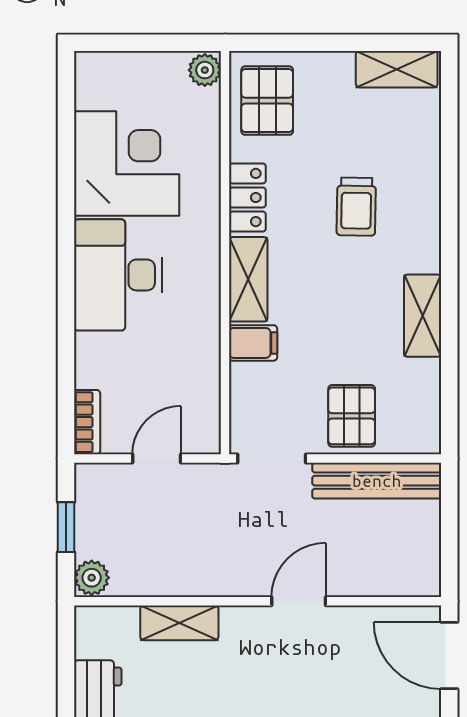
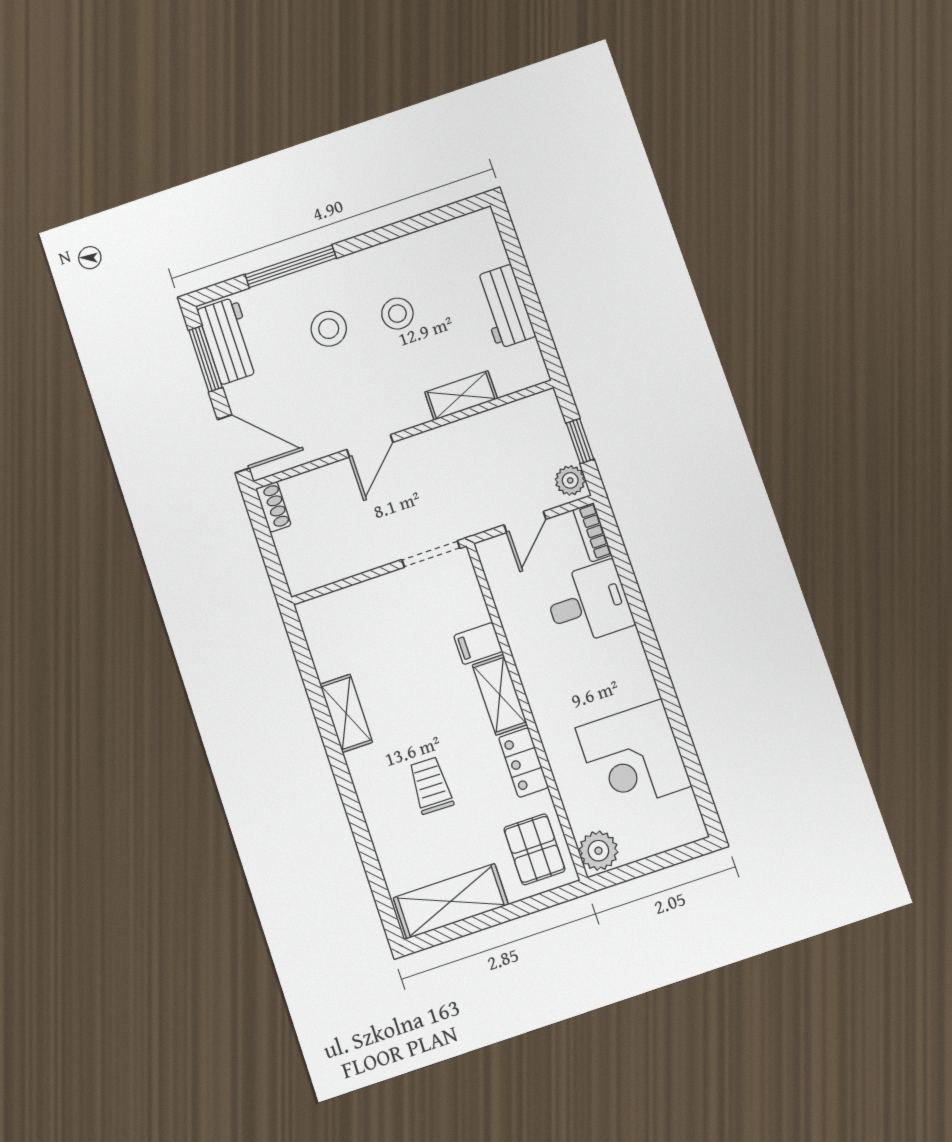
shelving: (397, 69) -> (451, 901), width x1.50, depth x1.33
plant: (205, 70) -> (598, 851), width x1.38, depth x1.38
desk: (118, 275) -> (588, 603), moved, width x0.73
pallet: (352, 416) -> (377, 611), removed
bench: (377, 481) -> (339, 565), removed
shoe rack: (428, 570) -> (273, 507), added
plant: (92, 578) -> (570, 480), moved

